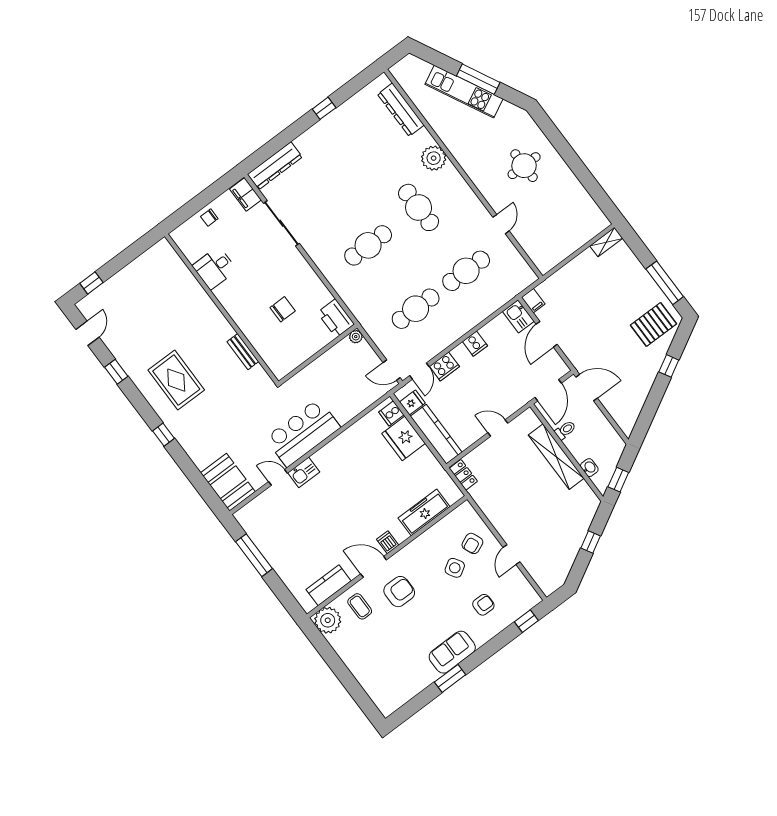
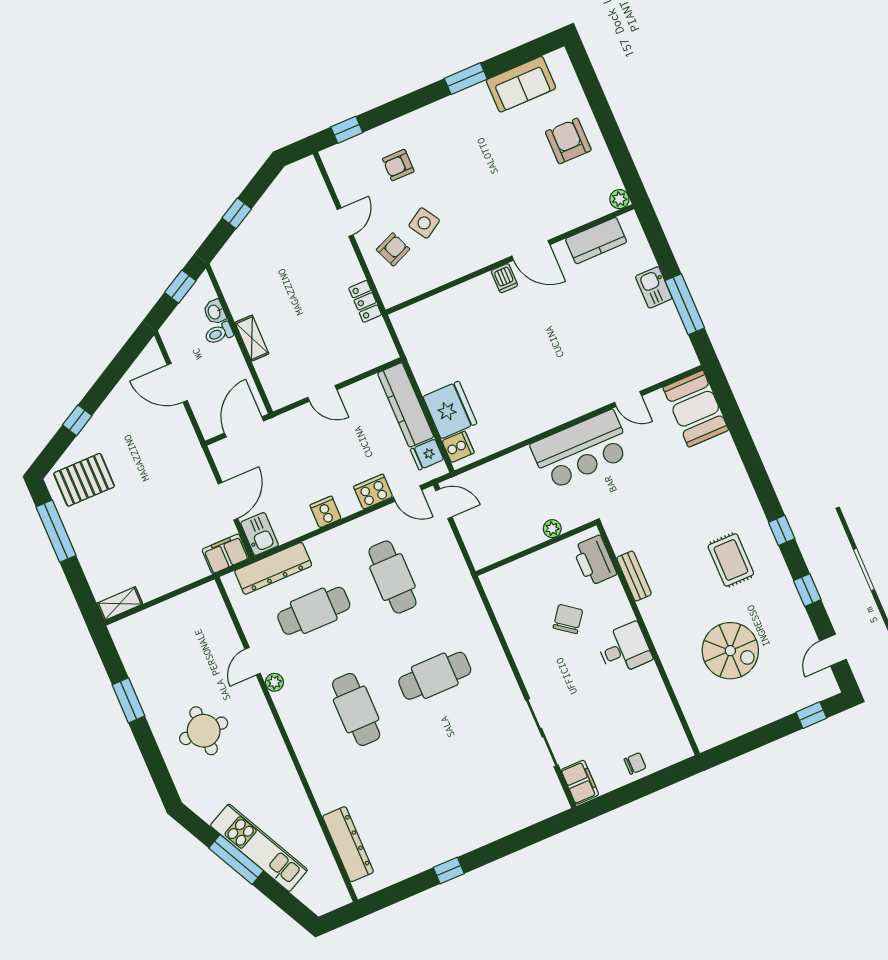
plant: (434, 158) -> (274, 682), moved, width x0.53, depth x0.53
dresser: (275, 166) -> (273, 568), moved, turned 180
window: (583, 174) -> (128, 700), added
desk: (215, 268) -> (624, 649), moved
filing cabinet: (533, 301) -> (226, 554), width x2.00
chair: (283, 309) -> (568, 619), turned 127
cafe table: (416, 309) -> (392, 577), turned 90
spiral stairs: (161, 315) -> (730, 651), added
printer: (336, 318) -> (595, 561), moved, turned 180
plant: (356, 337) -> (552, 529), moved
door: (419, 371) -> (407, 494), swing flipped
rug: (176, 380) -> (731, 560), width x0.73, depth x0.70
door: (587, 388) -> (177, 383), moved
toilet: (565, 430) -> (219, 333), moved
window: (164, 435) -> (782, 530), moved
shelving: (556, 457) -> (252, 338), width x0.45, depth x0.75
kitchen sink: (304, 472) -> (654, 287), moved, turned -90
locker: (463, 475) -> (365, 301), moved
freezer: (424, 512) -> (447, 306), removed
armchair: (399, 592) -> (568, 141), moved, turned 90
coffee table: (360, 606) -> (562, 203), removed
plant: (328, 620) -> (619, 199), width x0.53, depth x0.53
sofa: (452, 652) -> (521, 84), moved

